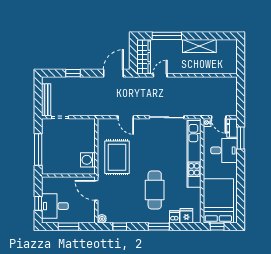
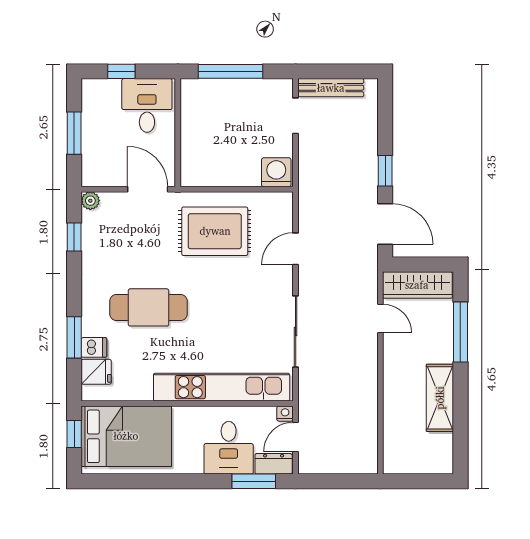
window: (73, 73) -> (385, 171), moved
washing machine: (88, 160) -> (276, 172), moved
door: (96, 190) -> (148, 189), hinge flipped
desk: (55, 206) -> (147, 105), moved
window: (159, 227) -> (74, 337), moved

